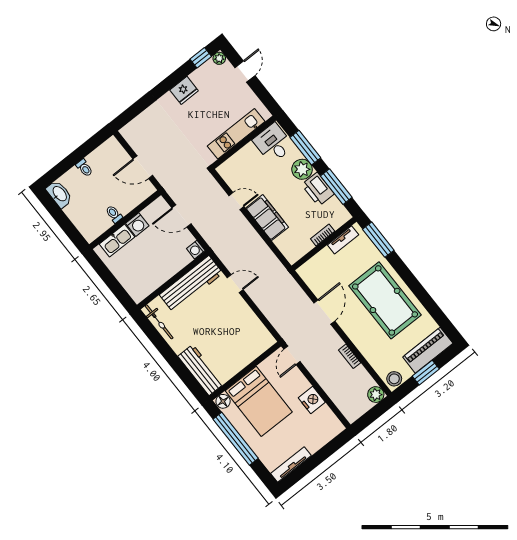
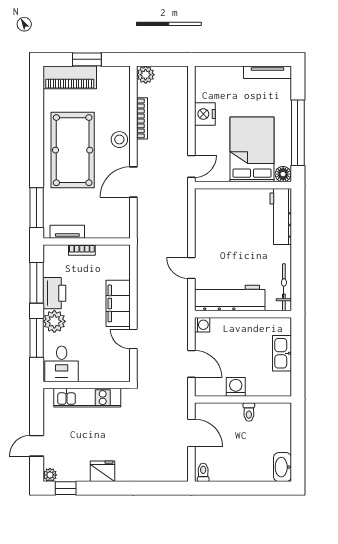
toilet: (84, 168) -> (203, 472), moved
kitchen sink: (117, 241) -> (282, 353), moved, turned -90
bookcase: (350, 356) -> (142, 118), width x1.56
stool: (394, 379) -> (119, 140), moved

